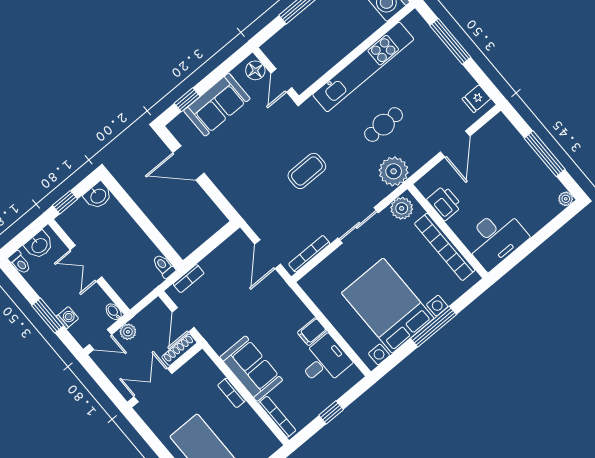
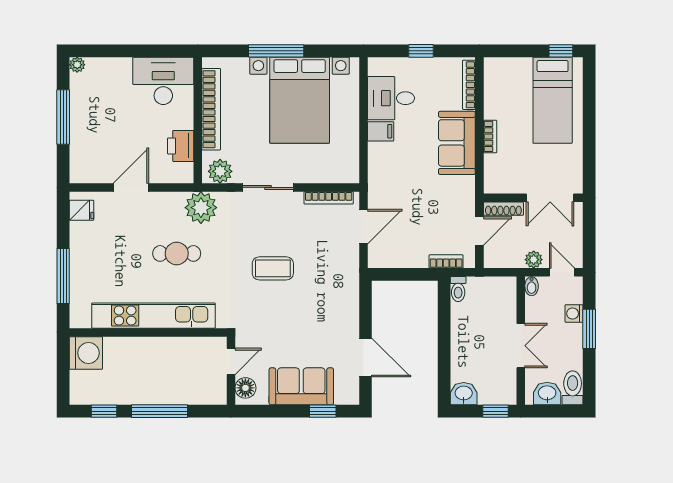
toilet: (20, 263) -> (573, 388), width x1.37, depth x1.39

